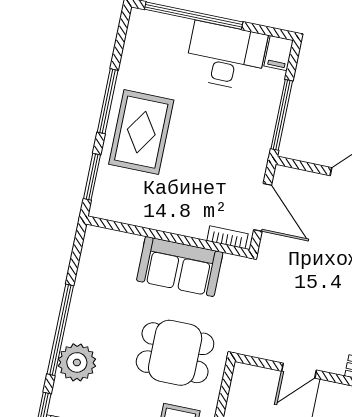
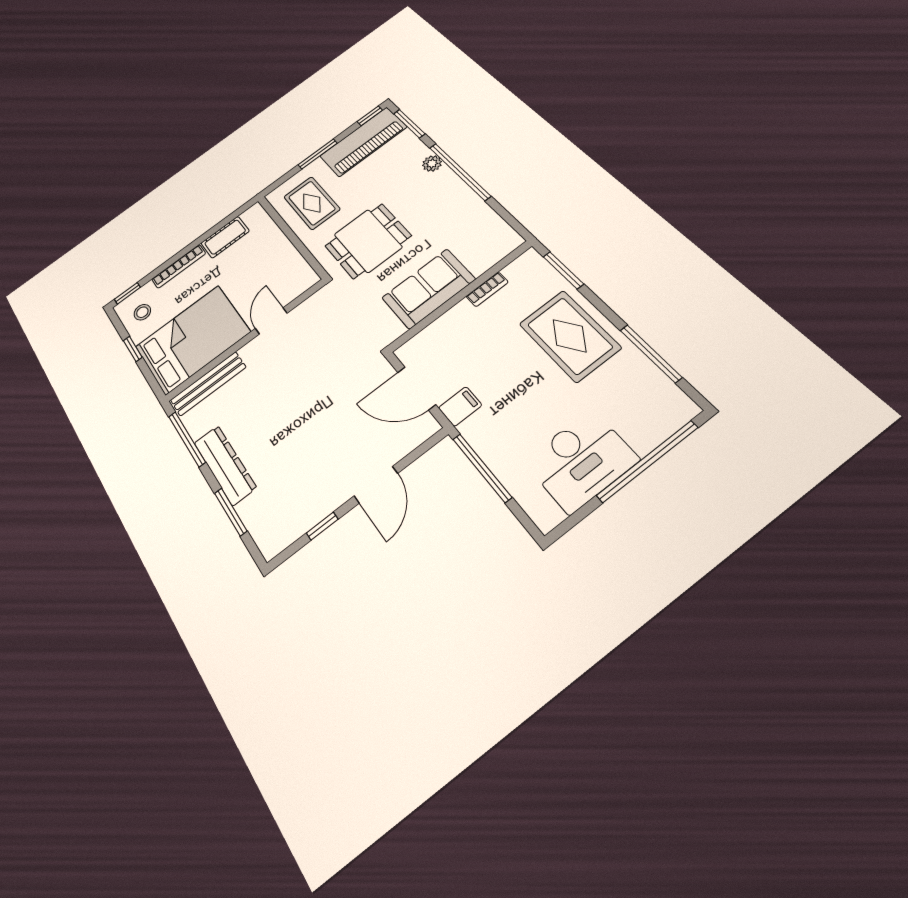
filing cabinet: (279, 53) -> (460, 406), moved, turned 90
window: (108, 101) -> (651, 353), moved
bookcase: (227, 237) -> (487, 289), moved
plant: (77, 362) -> (432, 164), width x0.53, depth x0.53

